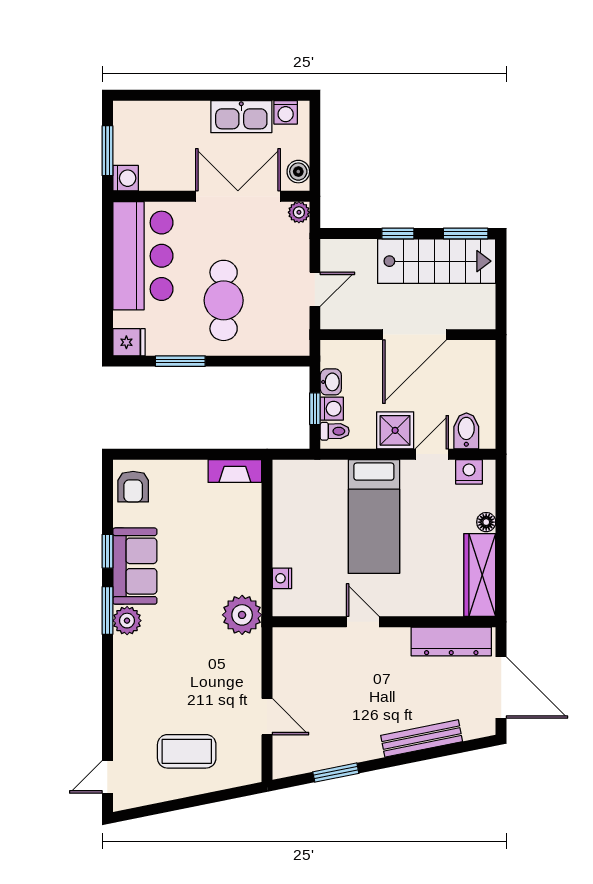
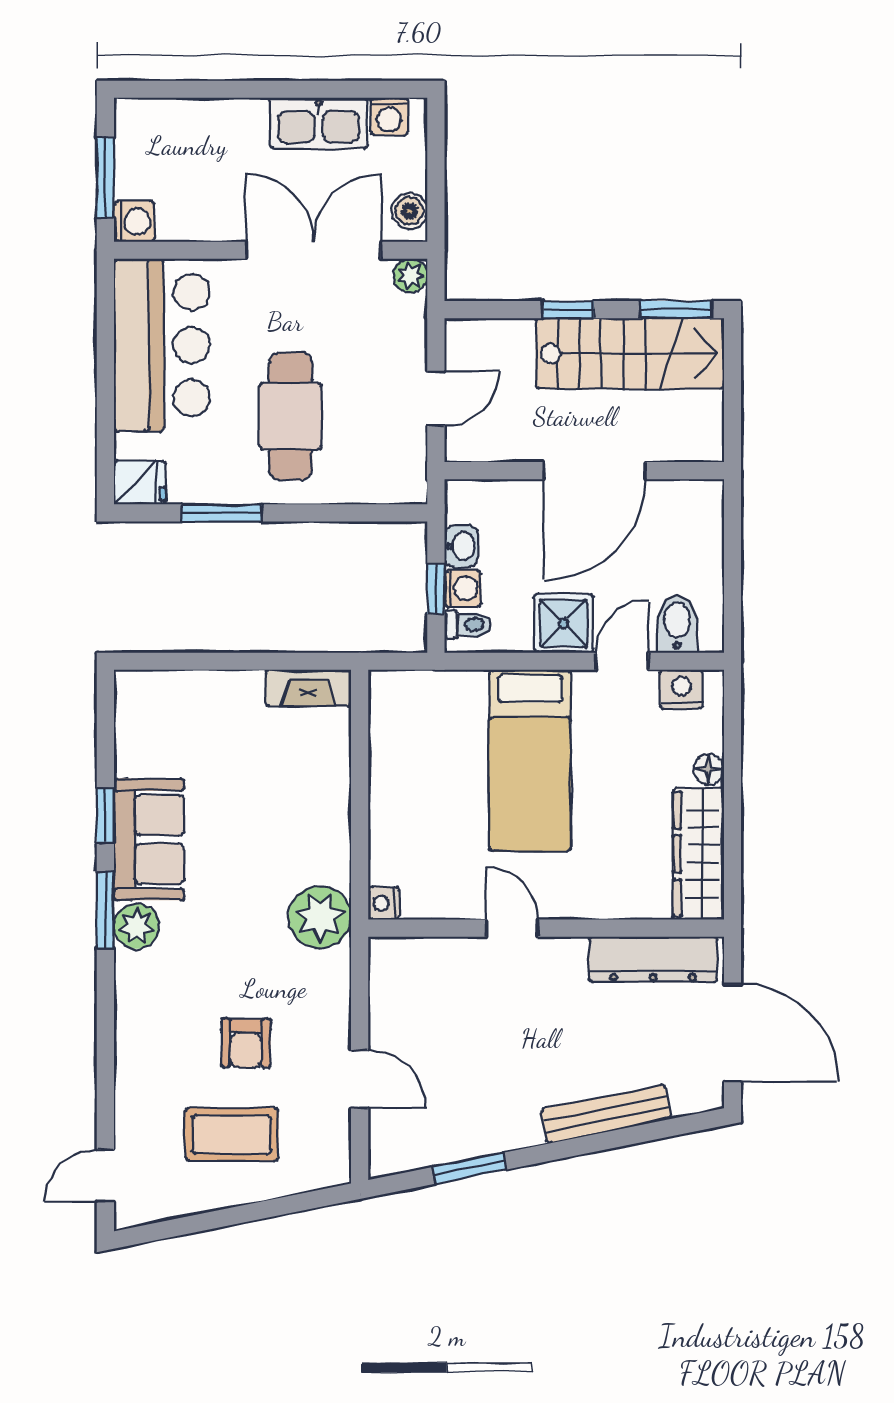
armchair: (133, 487) -> (246, 1043), moved
nightstand: (282, 578) -> (384, 903), moved

